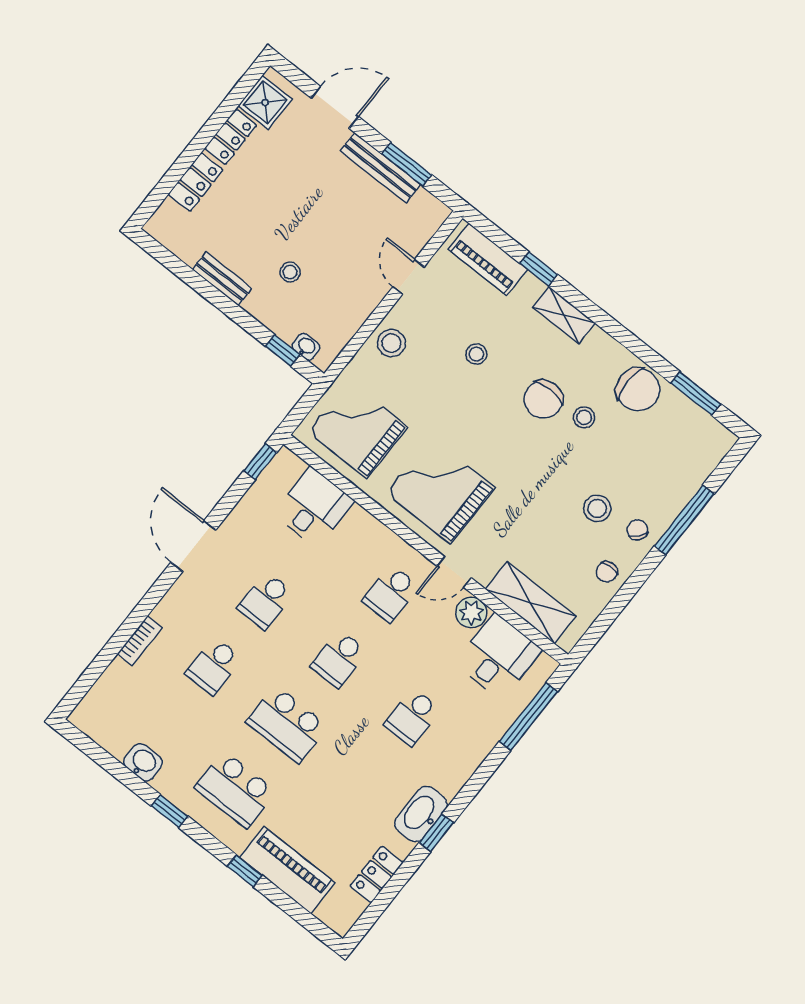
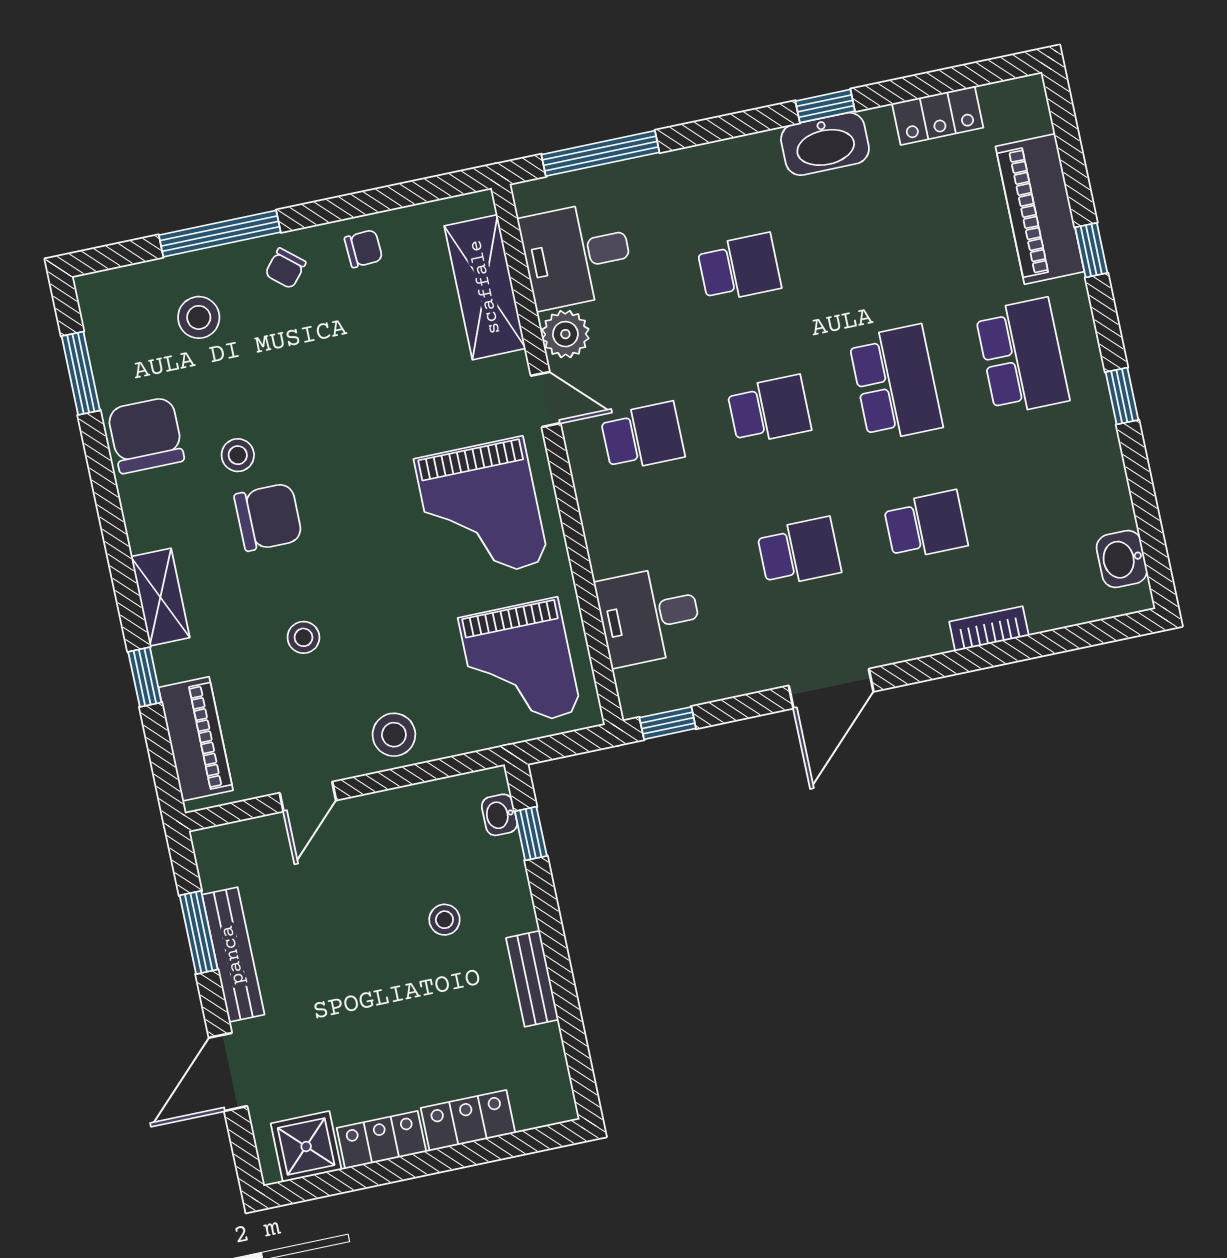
door: (335, 107) -> (228, 1072), hinge flipped
stool: (597, 508) -> (199, 317), moved
washbasin: (143, 762) -> (1122, 559), moved

